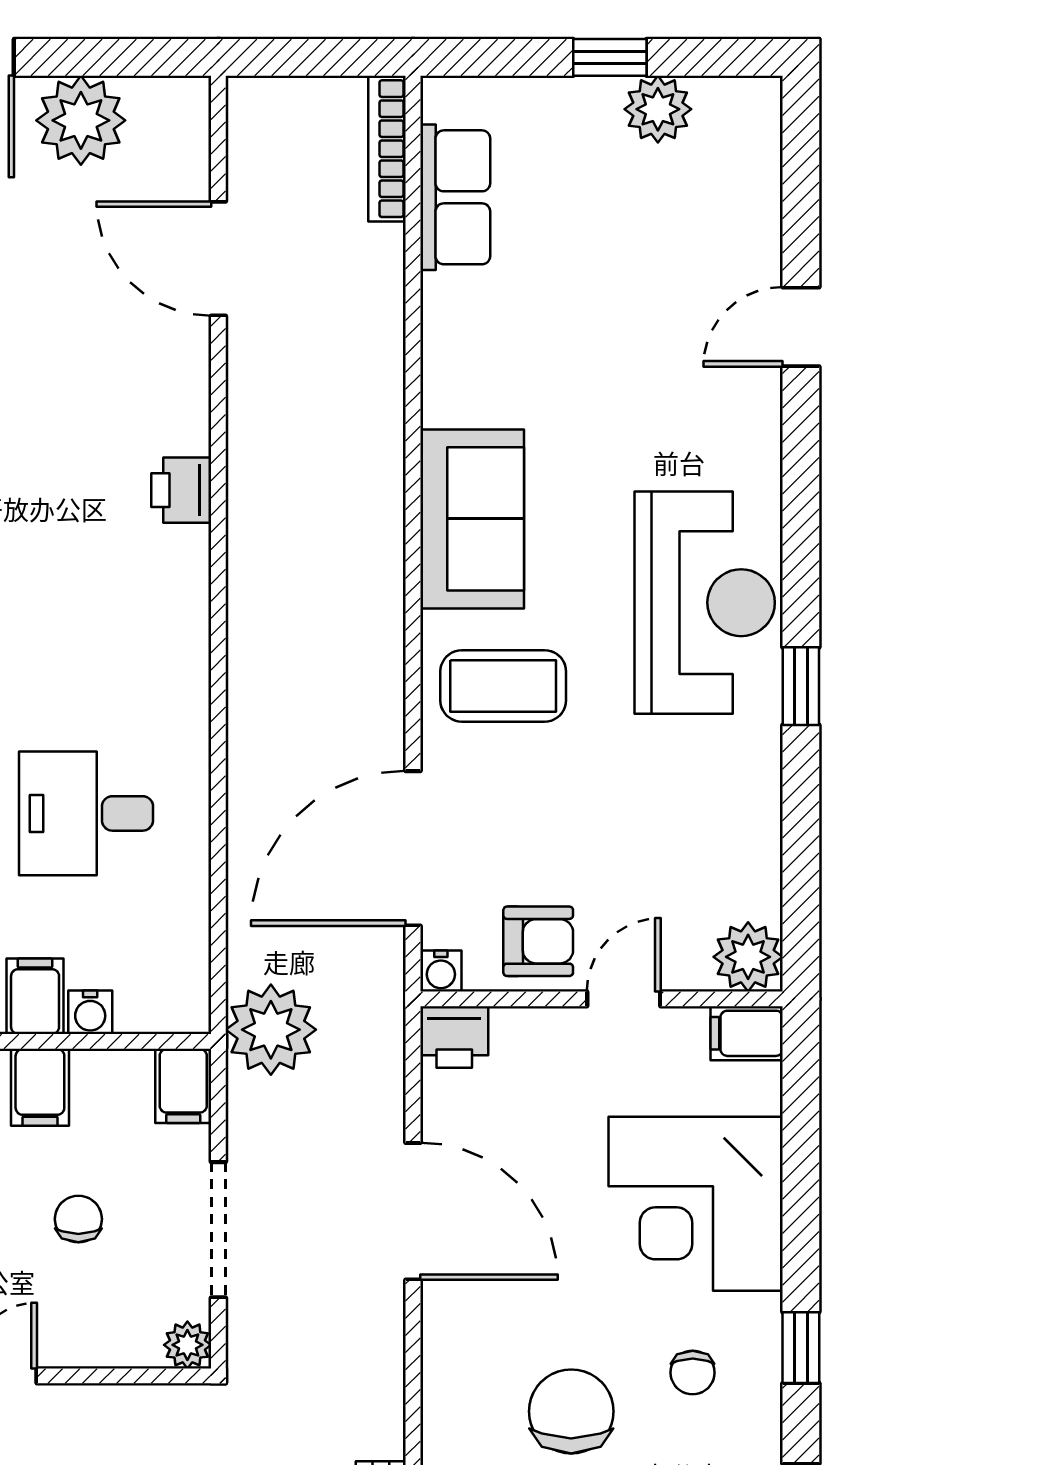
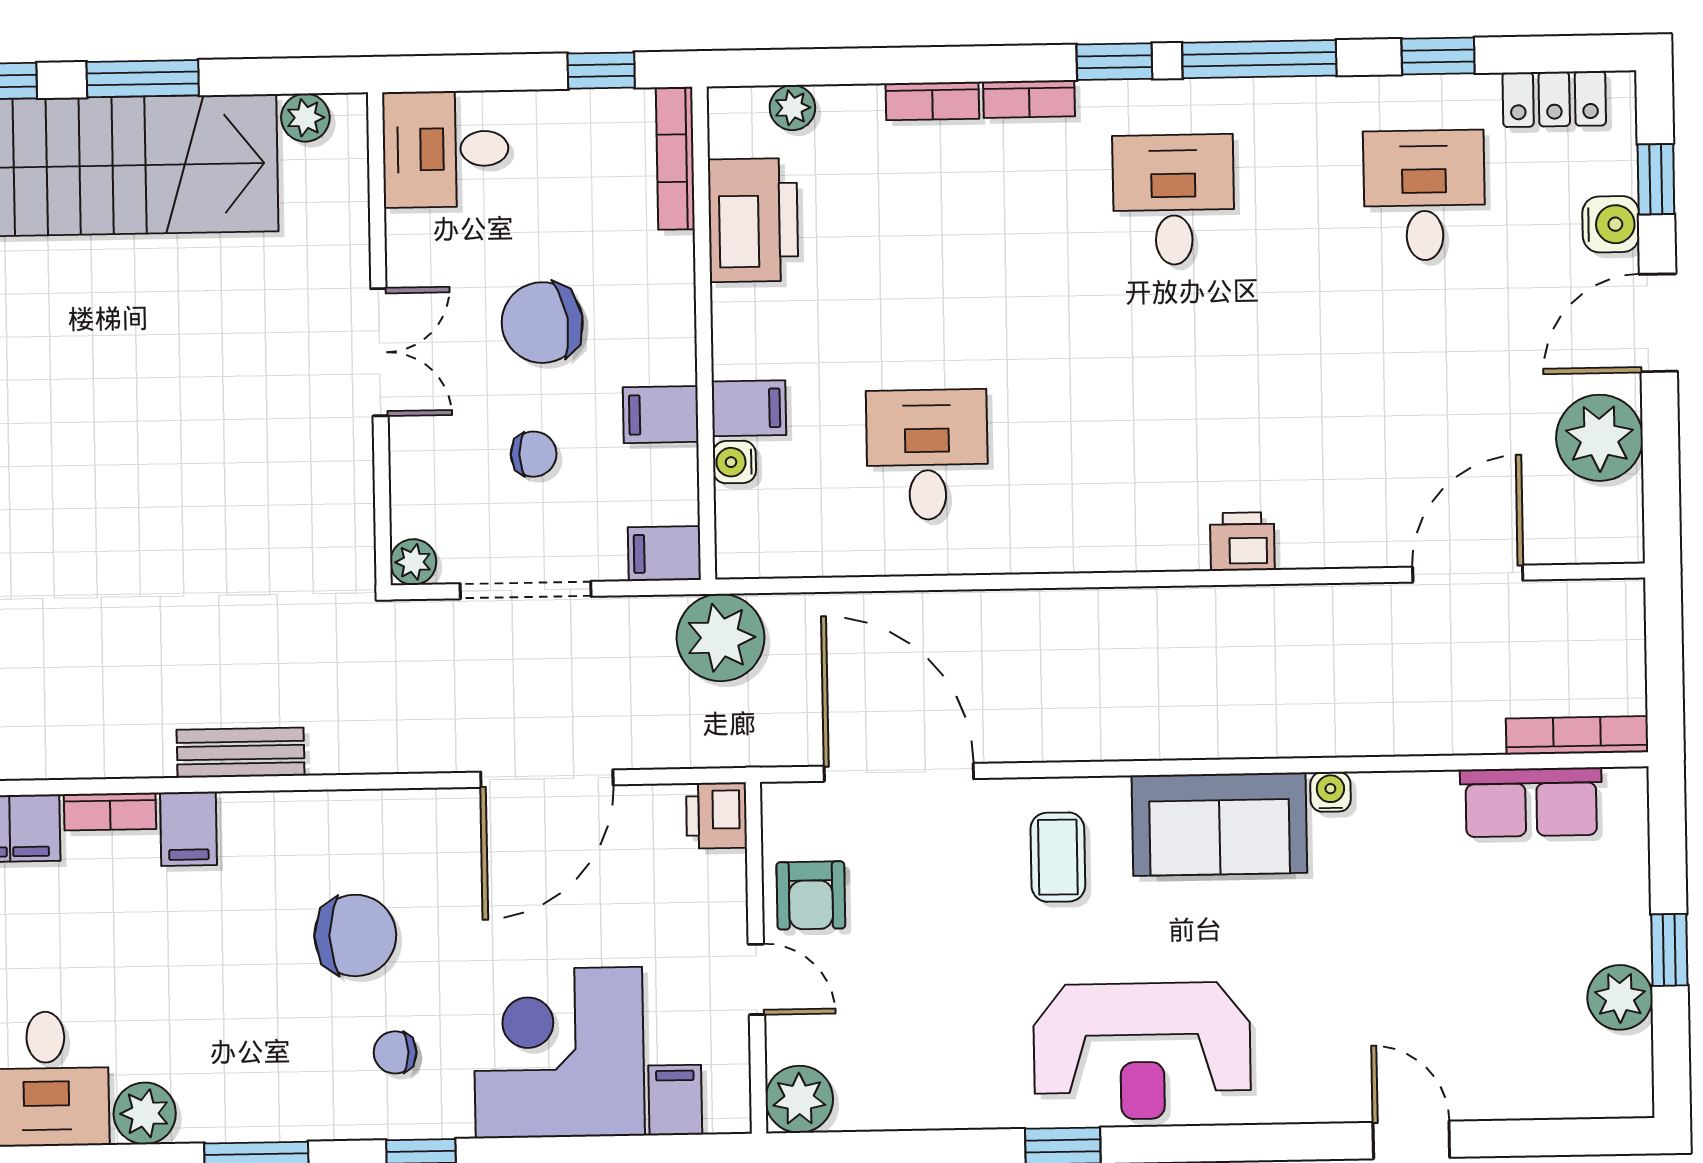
coffee table: (503, 686) -> (1058, 857), width x0.73, depth x0.77
water cooler: (441, 971) -> (1330, 792), moved, turned 90
filing cabinet: (747, 1033) -> (675, 1100), moved

